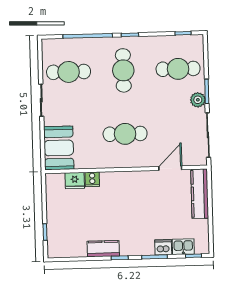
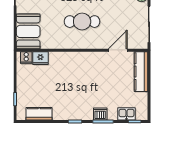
cooker: (92, 179) -> (26, 57), moved
dishwasher: (163, 247) -> (100, 114), moved
kitchen counter: (103, 249) -> (39, 114), moved

